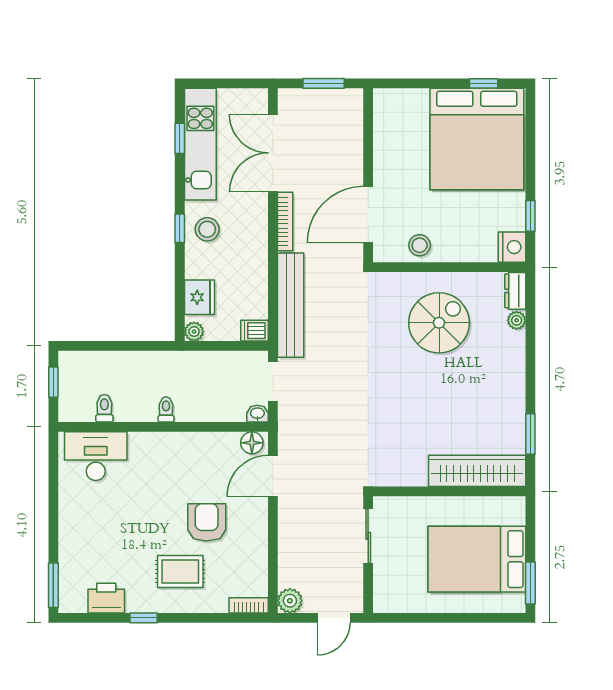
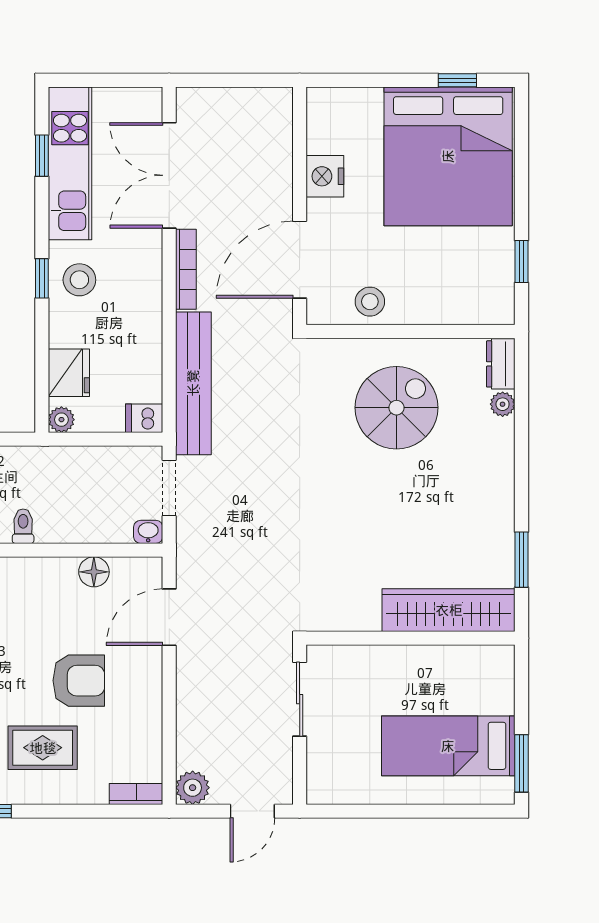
window: (324, 83) -> (239, 80), removed
nightstand: (512, 247) -> (325, 176), moved, turned 180
floor lamp: (252, 443) -> (94, 572), moved
armchair: (207, 522) -> (79, 681), turned 90
bed: (477, 559) -> (448, 746), width x0.67

